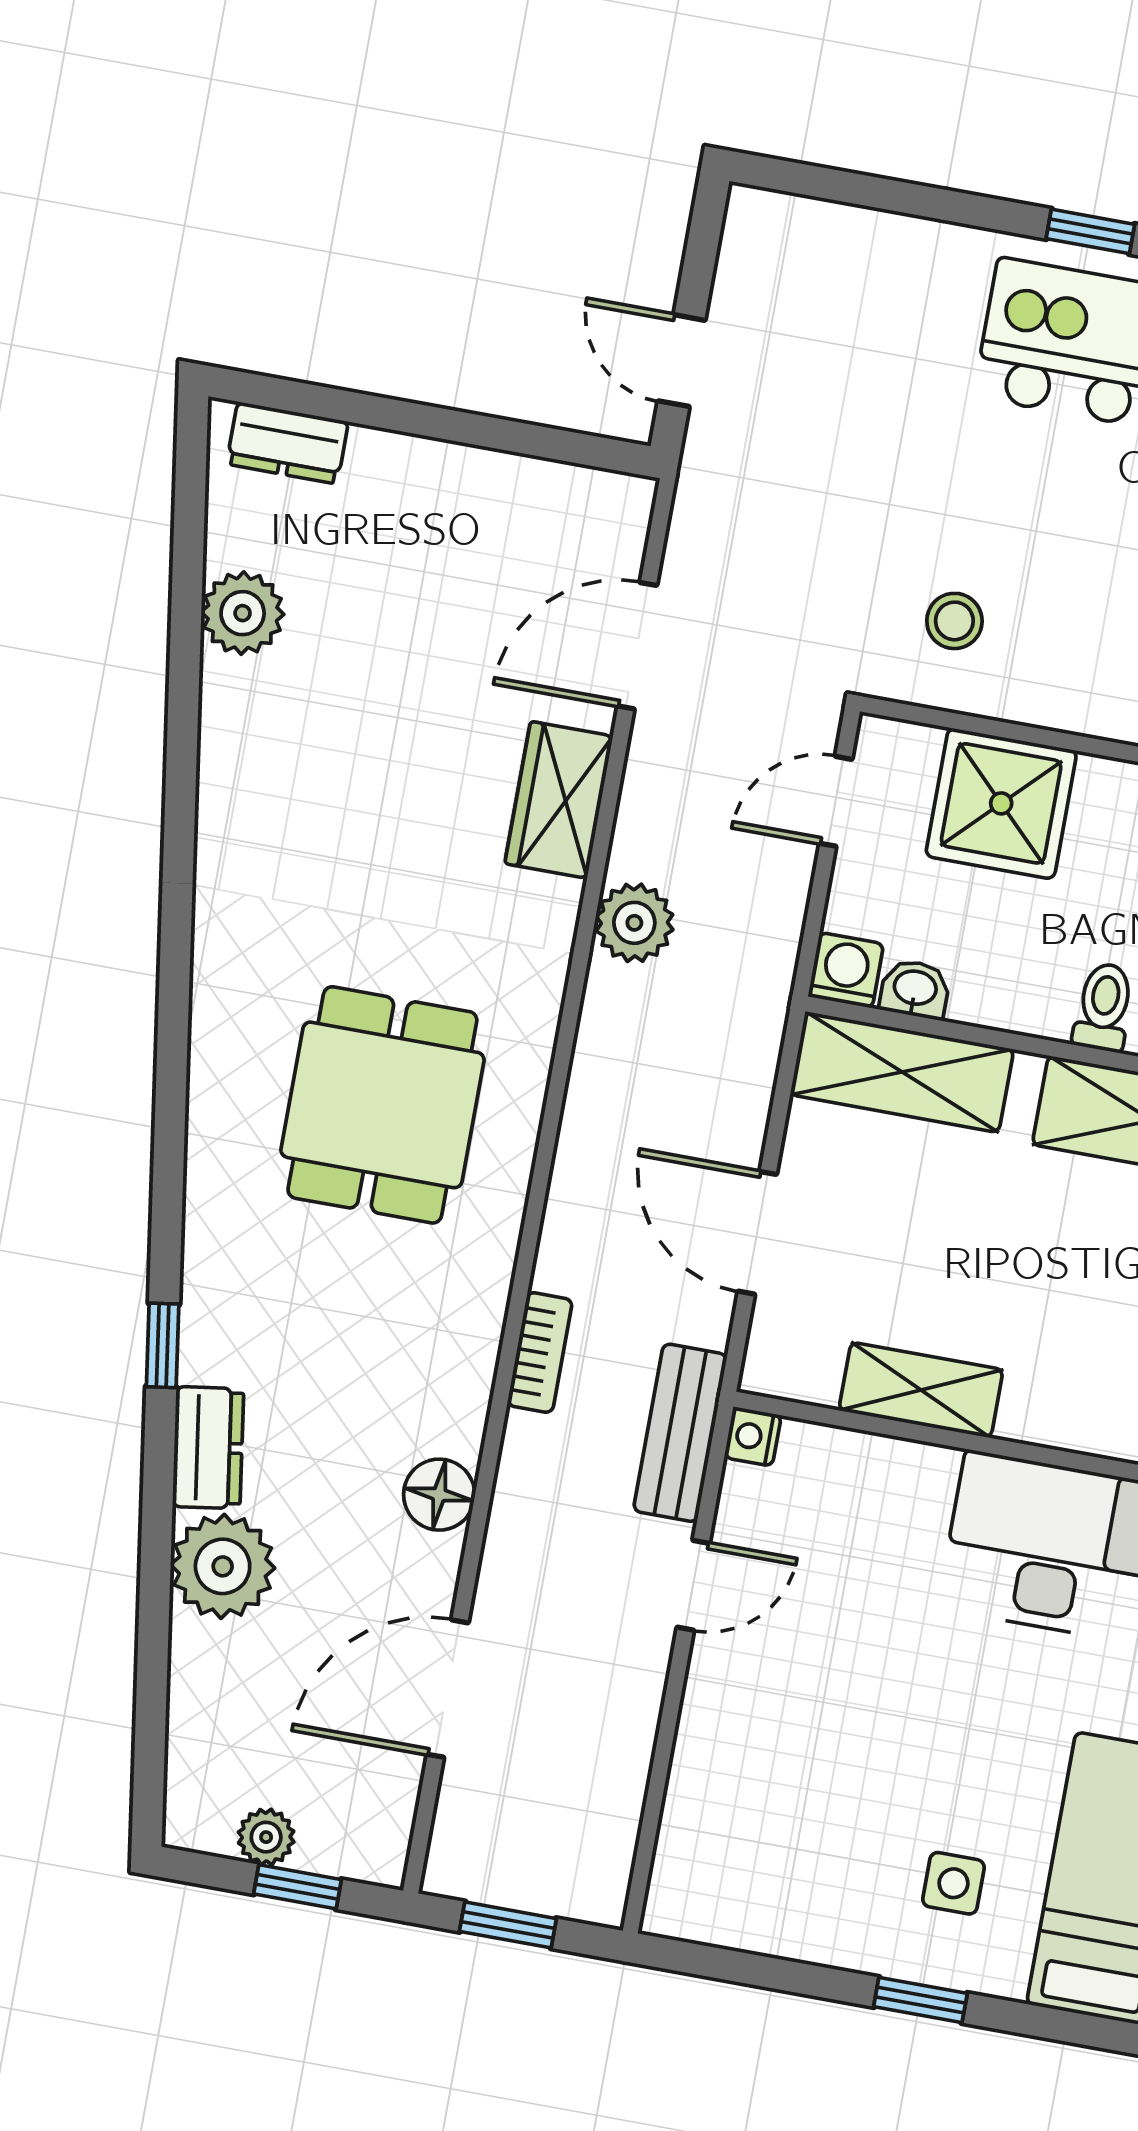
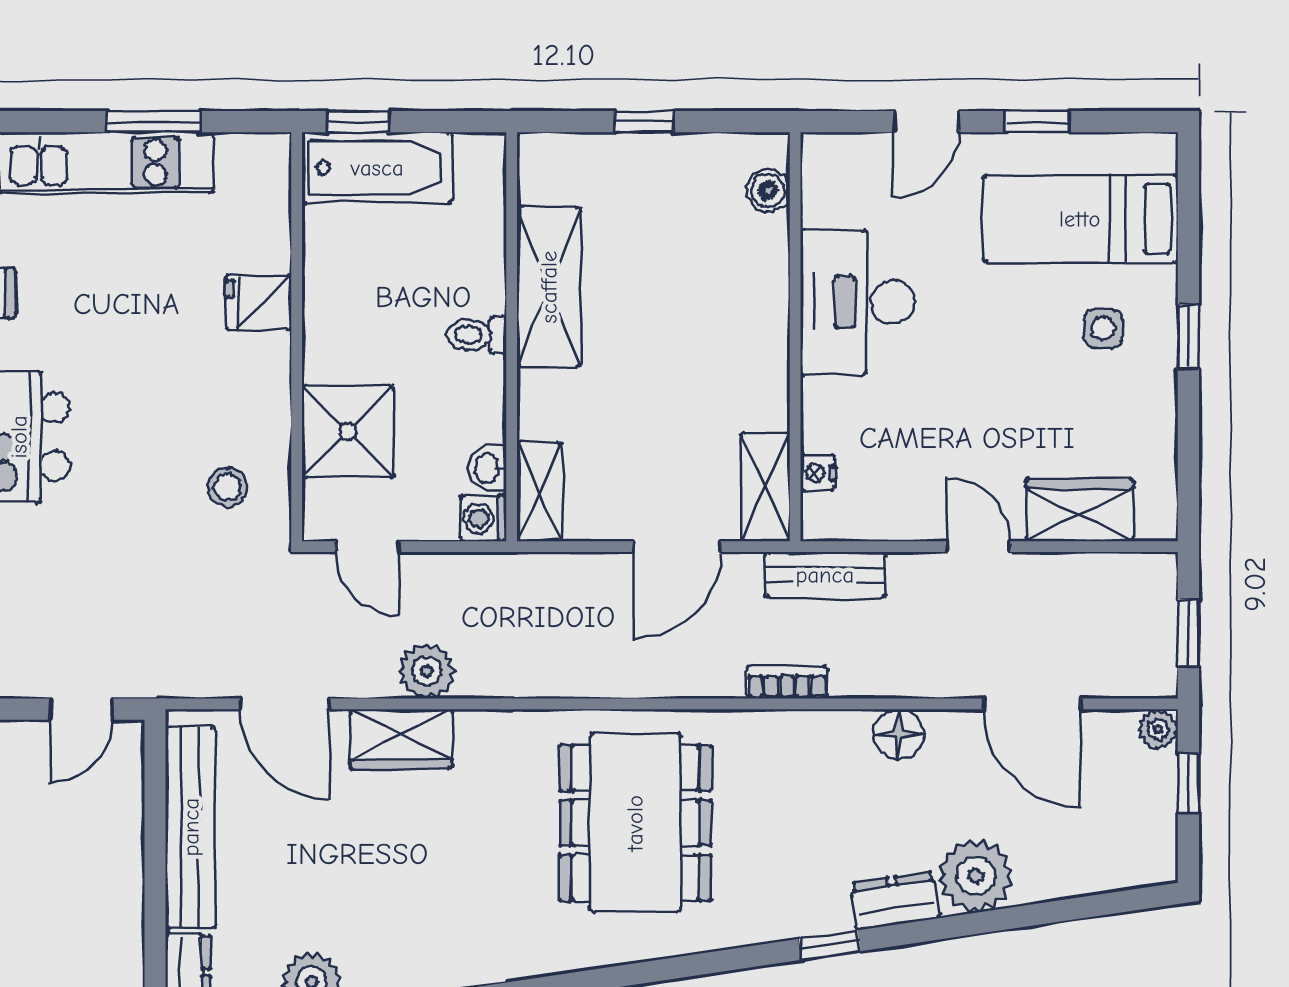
bench: (489, 483) -> (191, 827), added
plant: (634, 923) -> (427, 671), moved
shelving: (902, 1072) -> (539, 491), width x0.67, depth x0.75
dining table: (382, 1105) -> (635, 823), width x1.37
shelving: (921, 1390) -> (765, 487), moved
nightstand: (753, 1436) -> (818, 473), moved, turned 90
door: (693, 1585) -> (978, 547), moved
wardrobe: (706, 1804) -> (1080, 510), added
plant: (266, 1837) -> (1158, 729), moved

